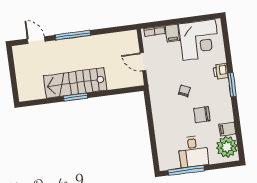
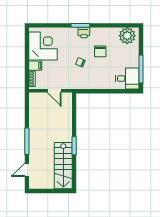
door: (143, 62) -> (54, 91), hinge flipped
printer: (221, 71) -> (84, 33), moved
stairs: (75, 83) -> (63, 166), moved
filing cabinet: (227, 129) -> (114, 34), removed
desk: (193, 152) -> (127, 79), moved

